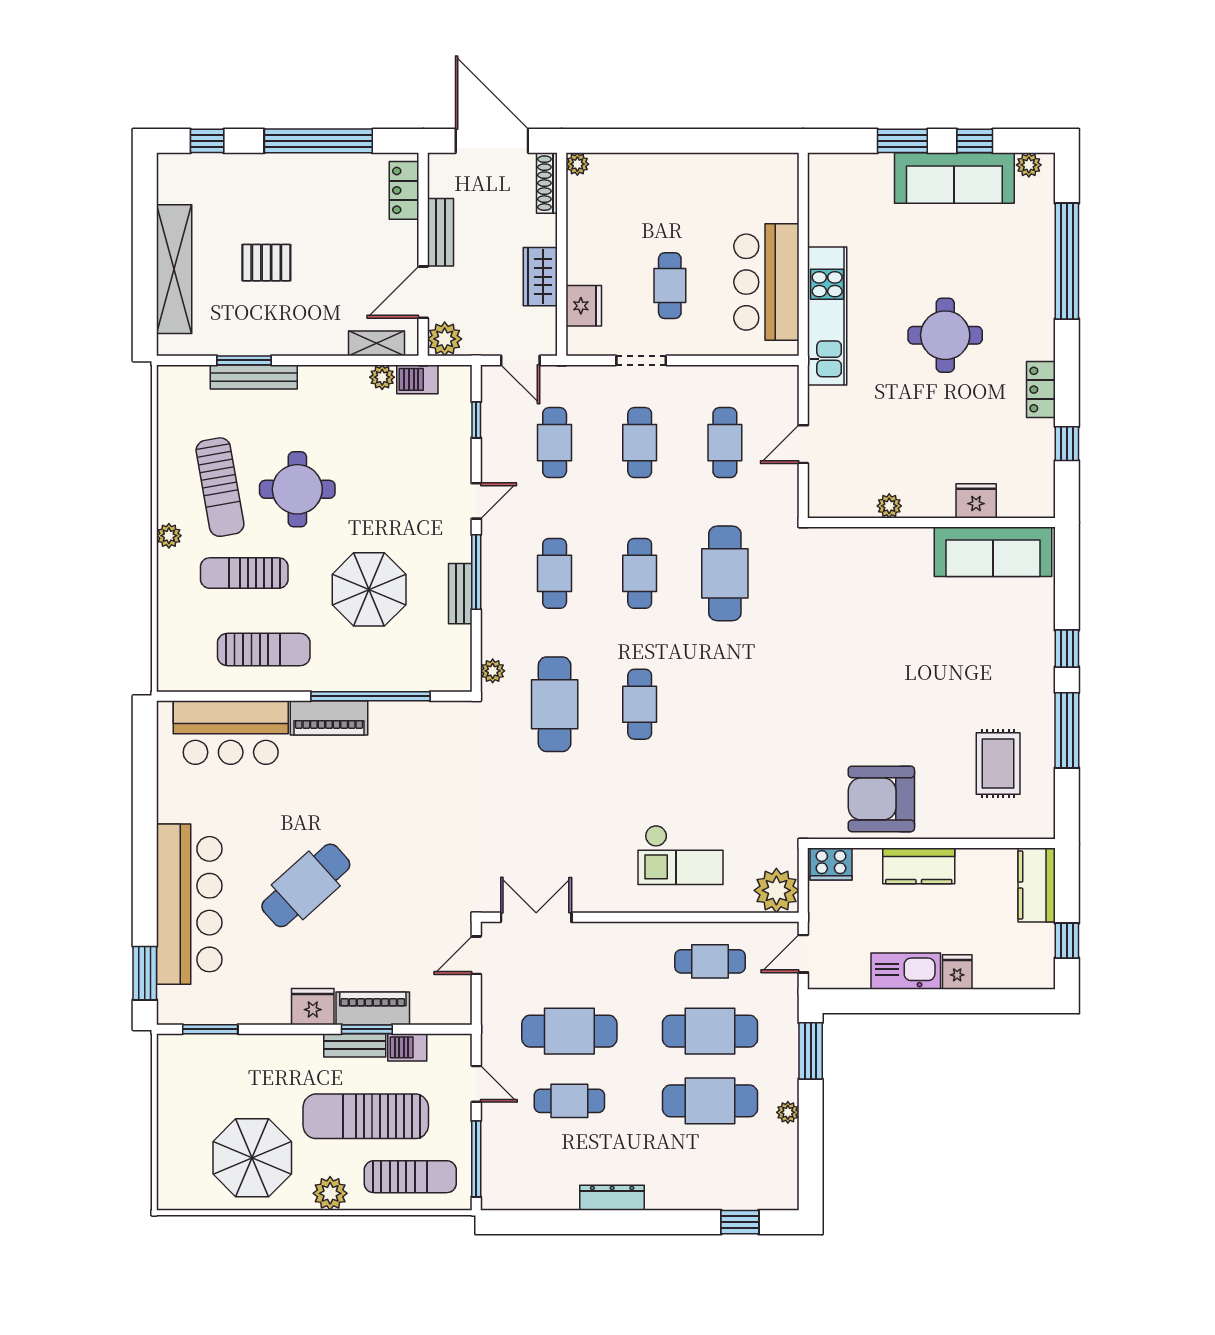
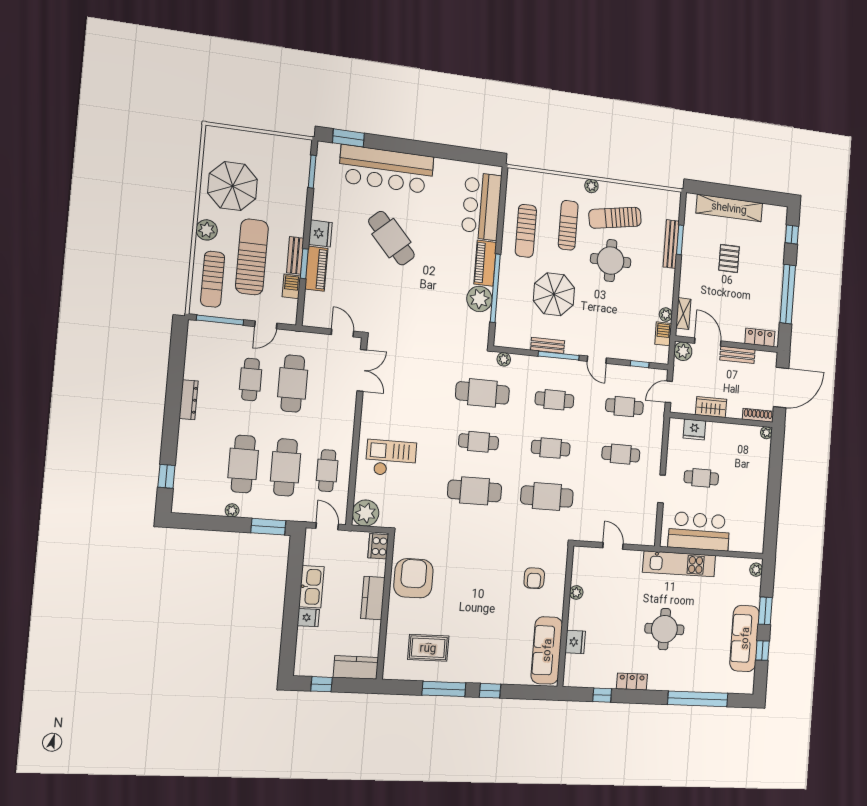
plant: (1029, 165) -> (756, 570), moved
doorway: (641, 360) -> (662, 489), moved
cafe table: (725, 443) -> (475, 491), moved, width x1.37, depth x1.35
armchair: (869, 585) -> (534, 578), added
plant: (392, 723) -> (479, 299), added
checkout: (681, 855) -> (391, 458), turned 90

